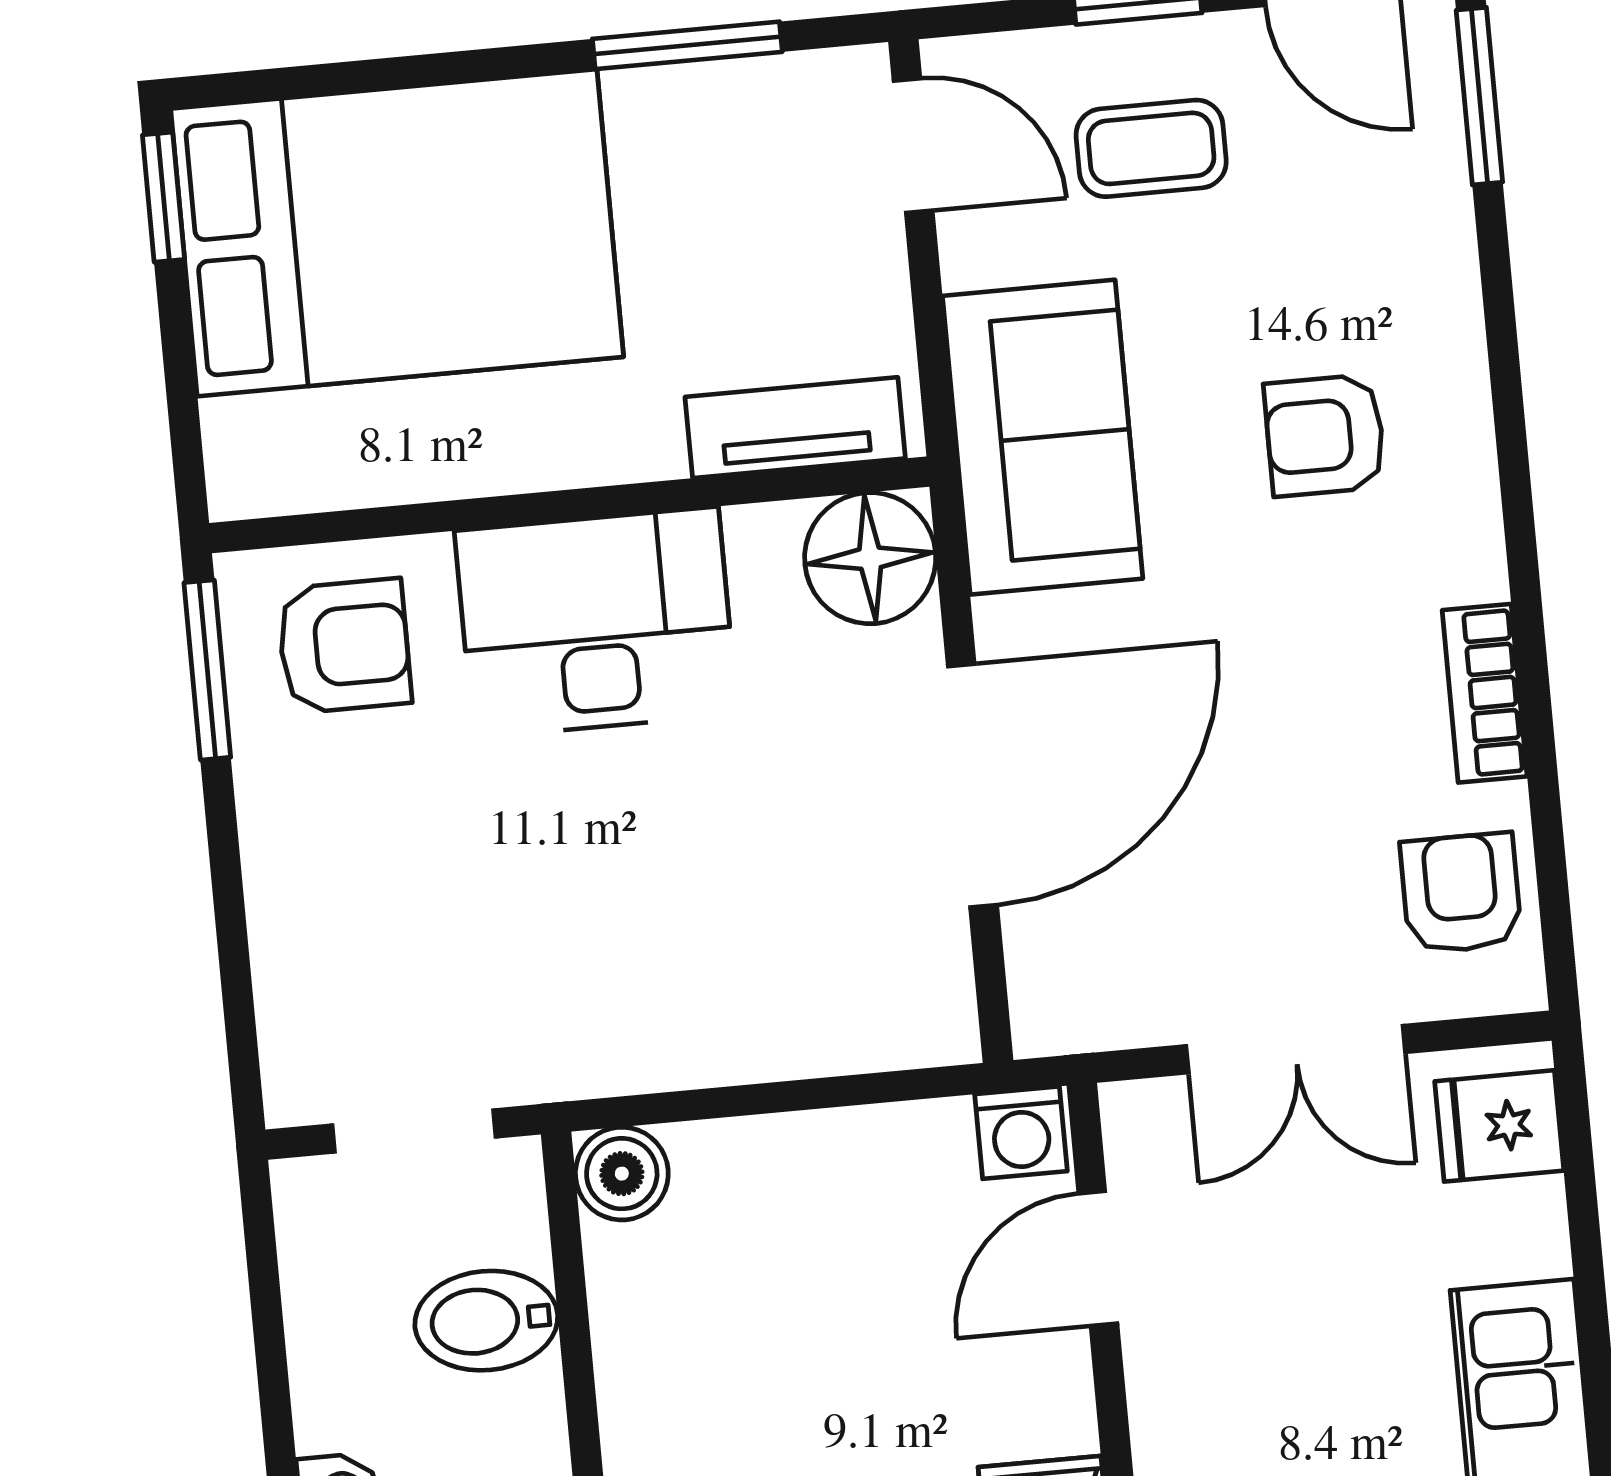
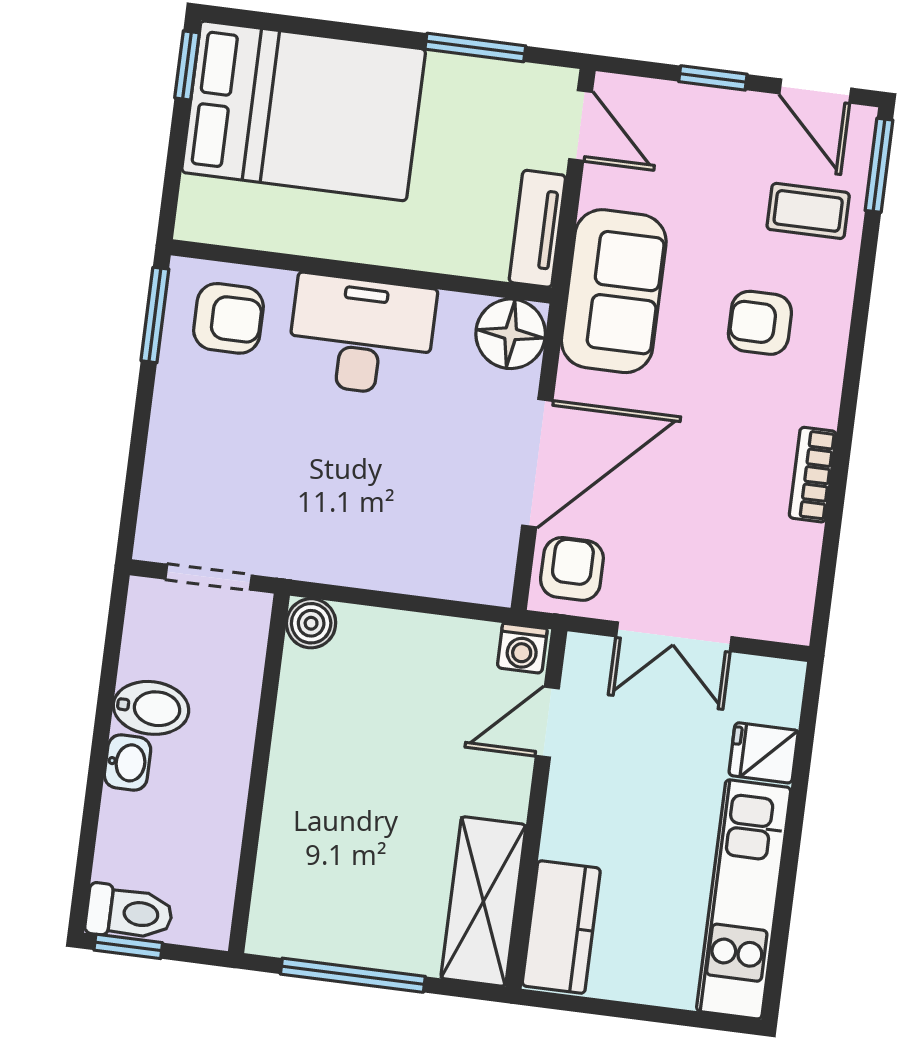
coffee table: (1151, 148) -> (808, 211), moved
tv unit: (795, 428) -> (537, 229), moved, turned -90
armchair: (1461, 893) -> (572, 569), moved
fridge: (1499, 1126) -> (764, 753), moved
bidet: (486, 1321) -> (151, 708), moved, turned 180

